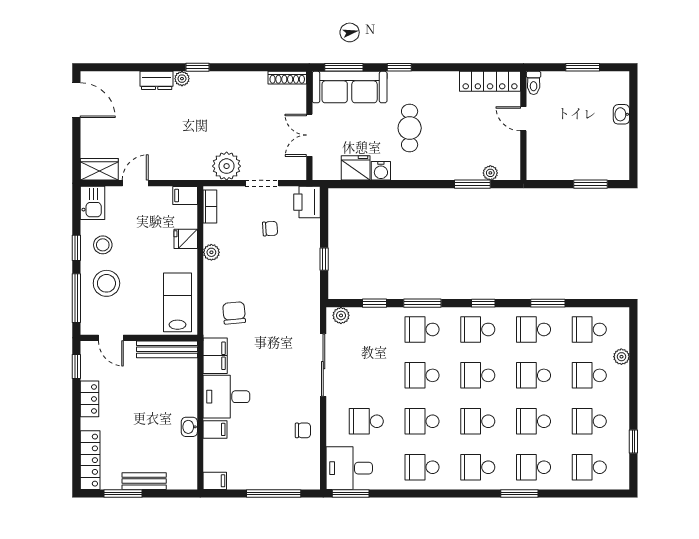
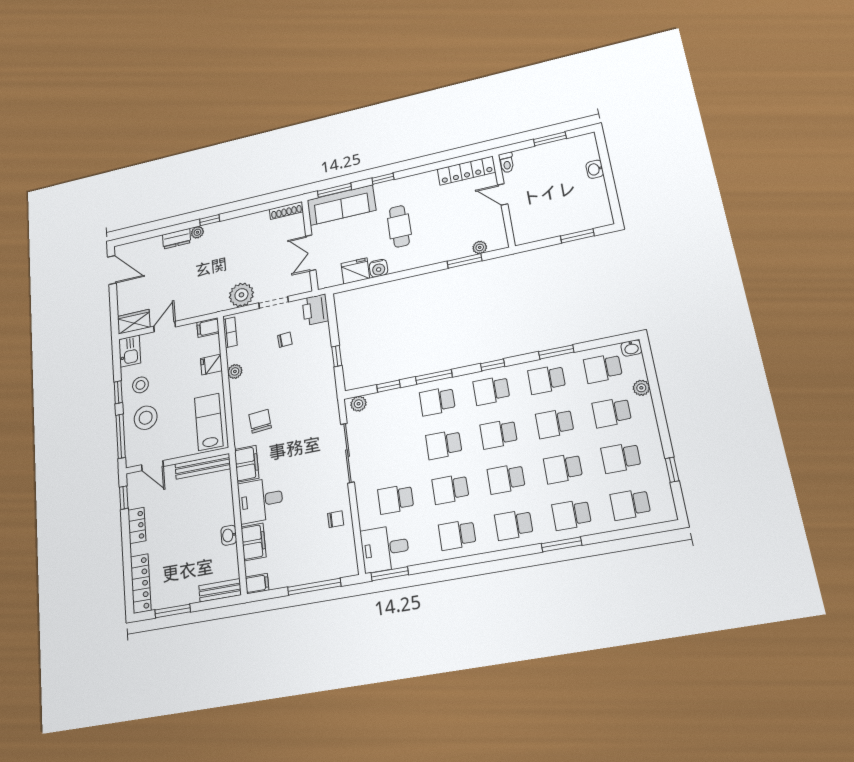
washbasin: (620, 315) -> (631, 348), added
filing cabinet: (215, 429) -> (253, 542), width x2.00
bench: (144, 481) -> (220, 590), moved

